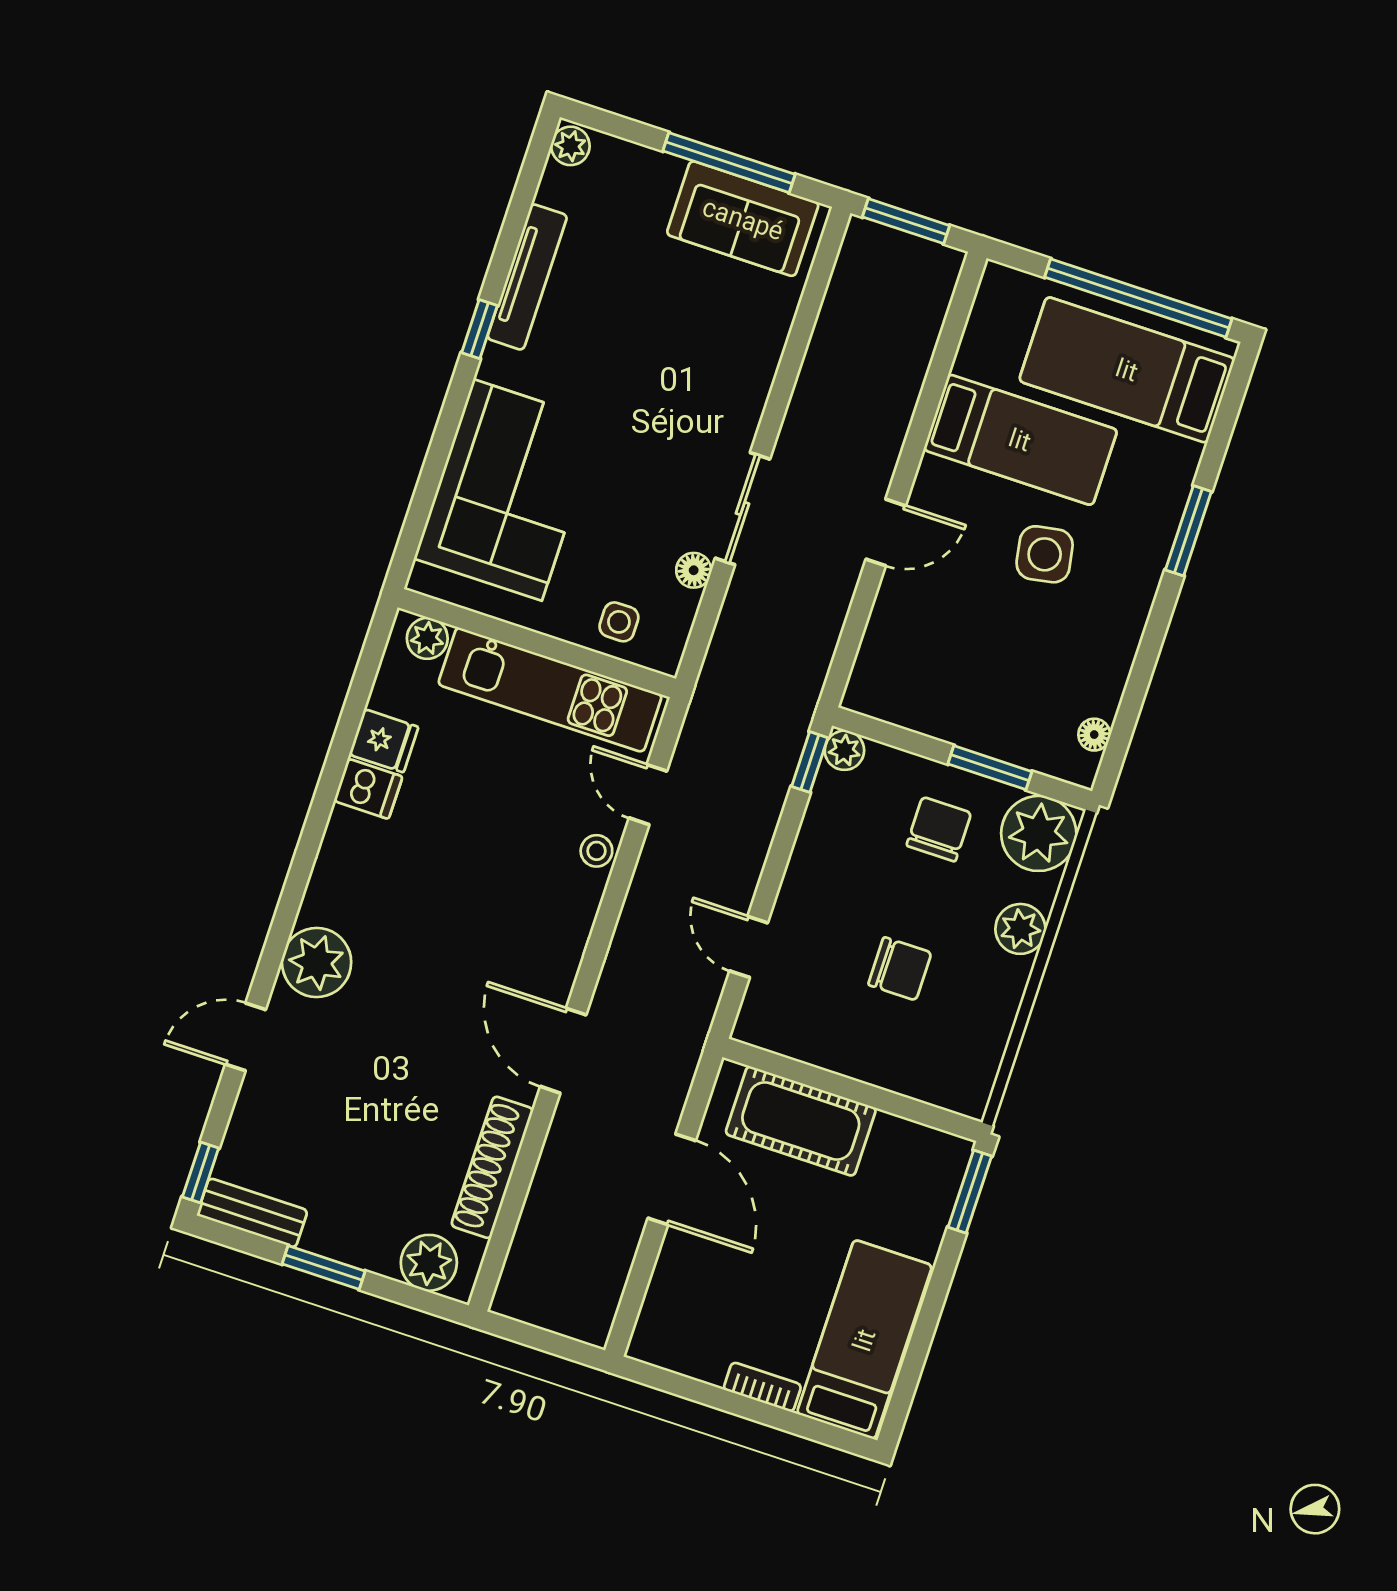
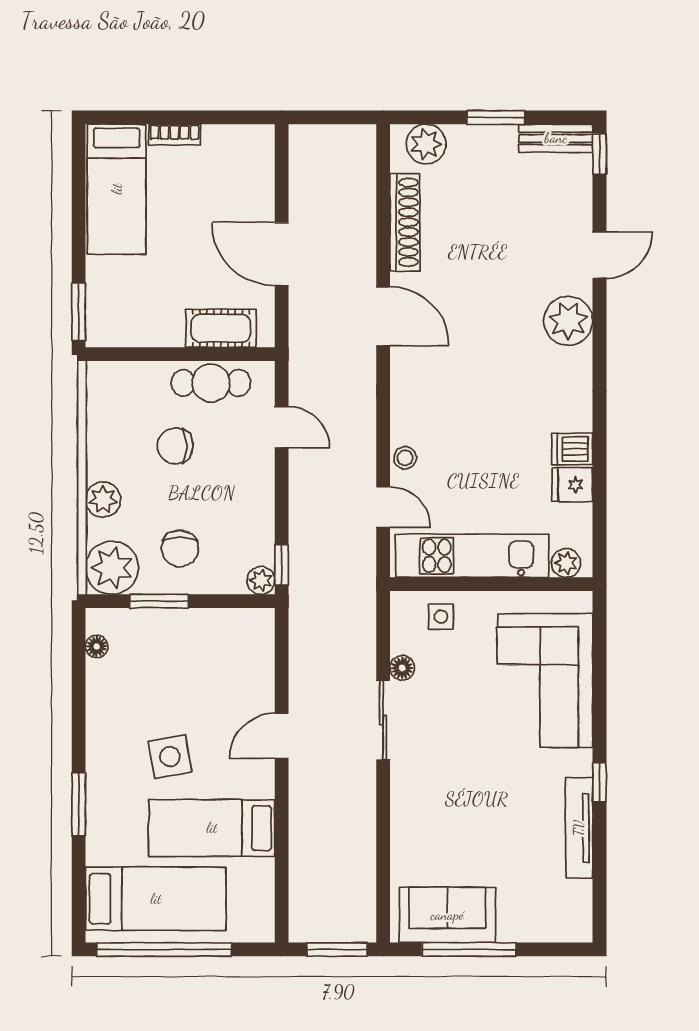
plant: (570, 146) -> (579, 925), removed
cafe table: (824, 1038) -> (211, 383), added
cot: (801, 1121) -> (221, 328), width x0.73, depth x0.75

